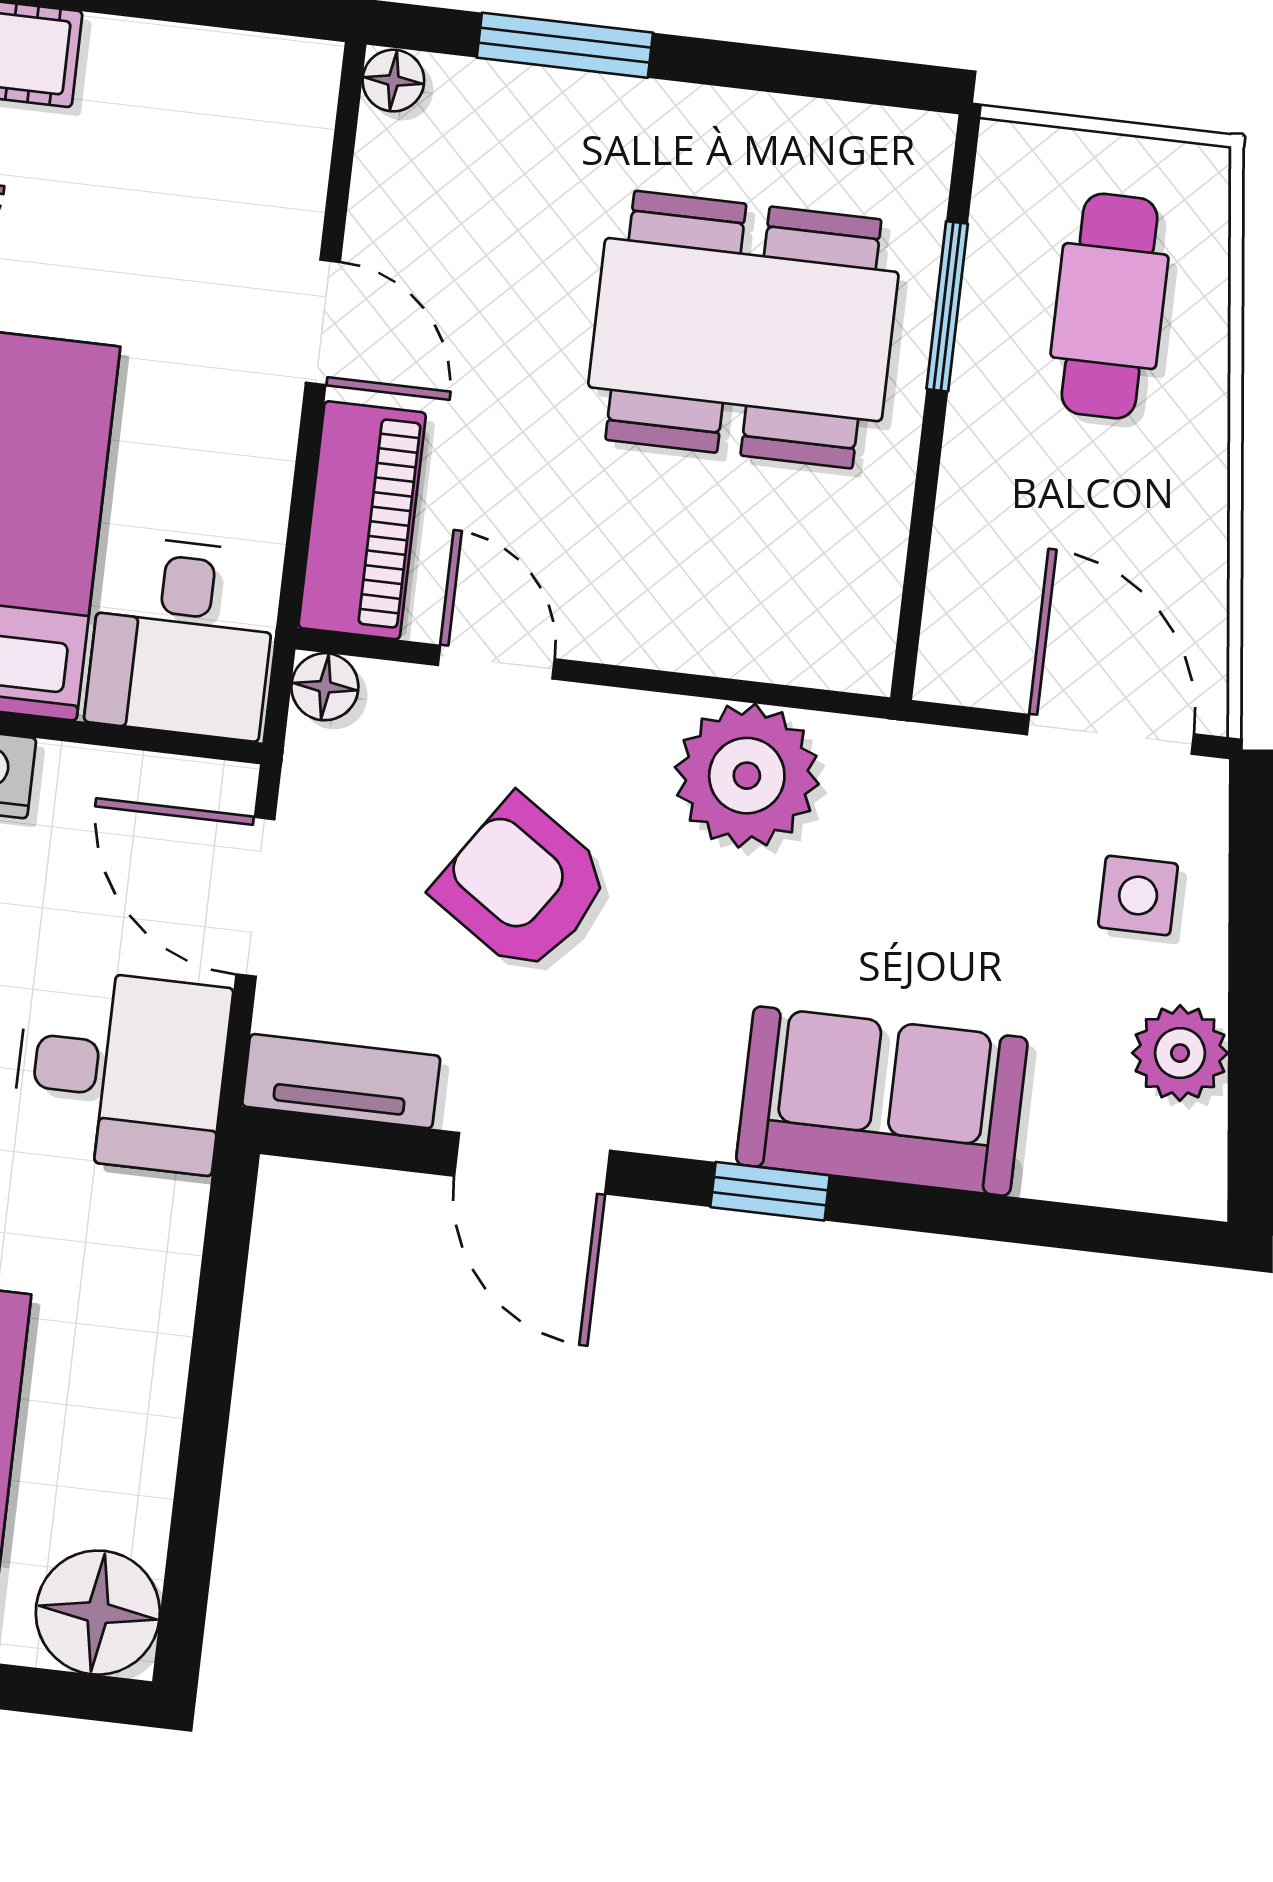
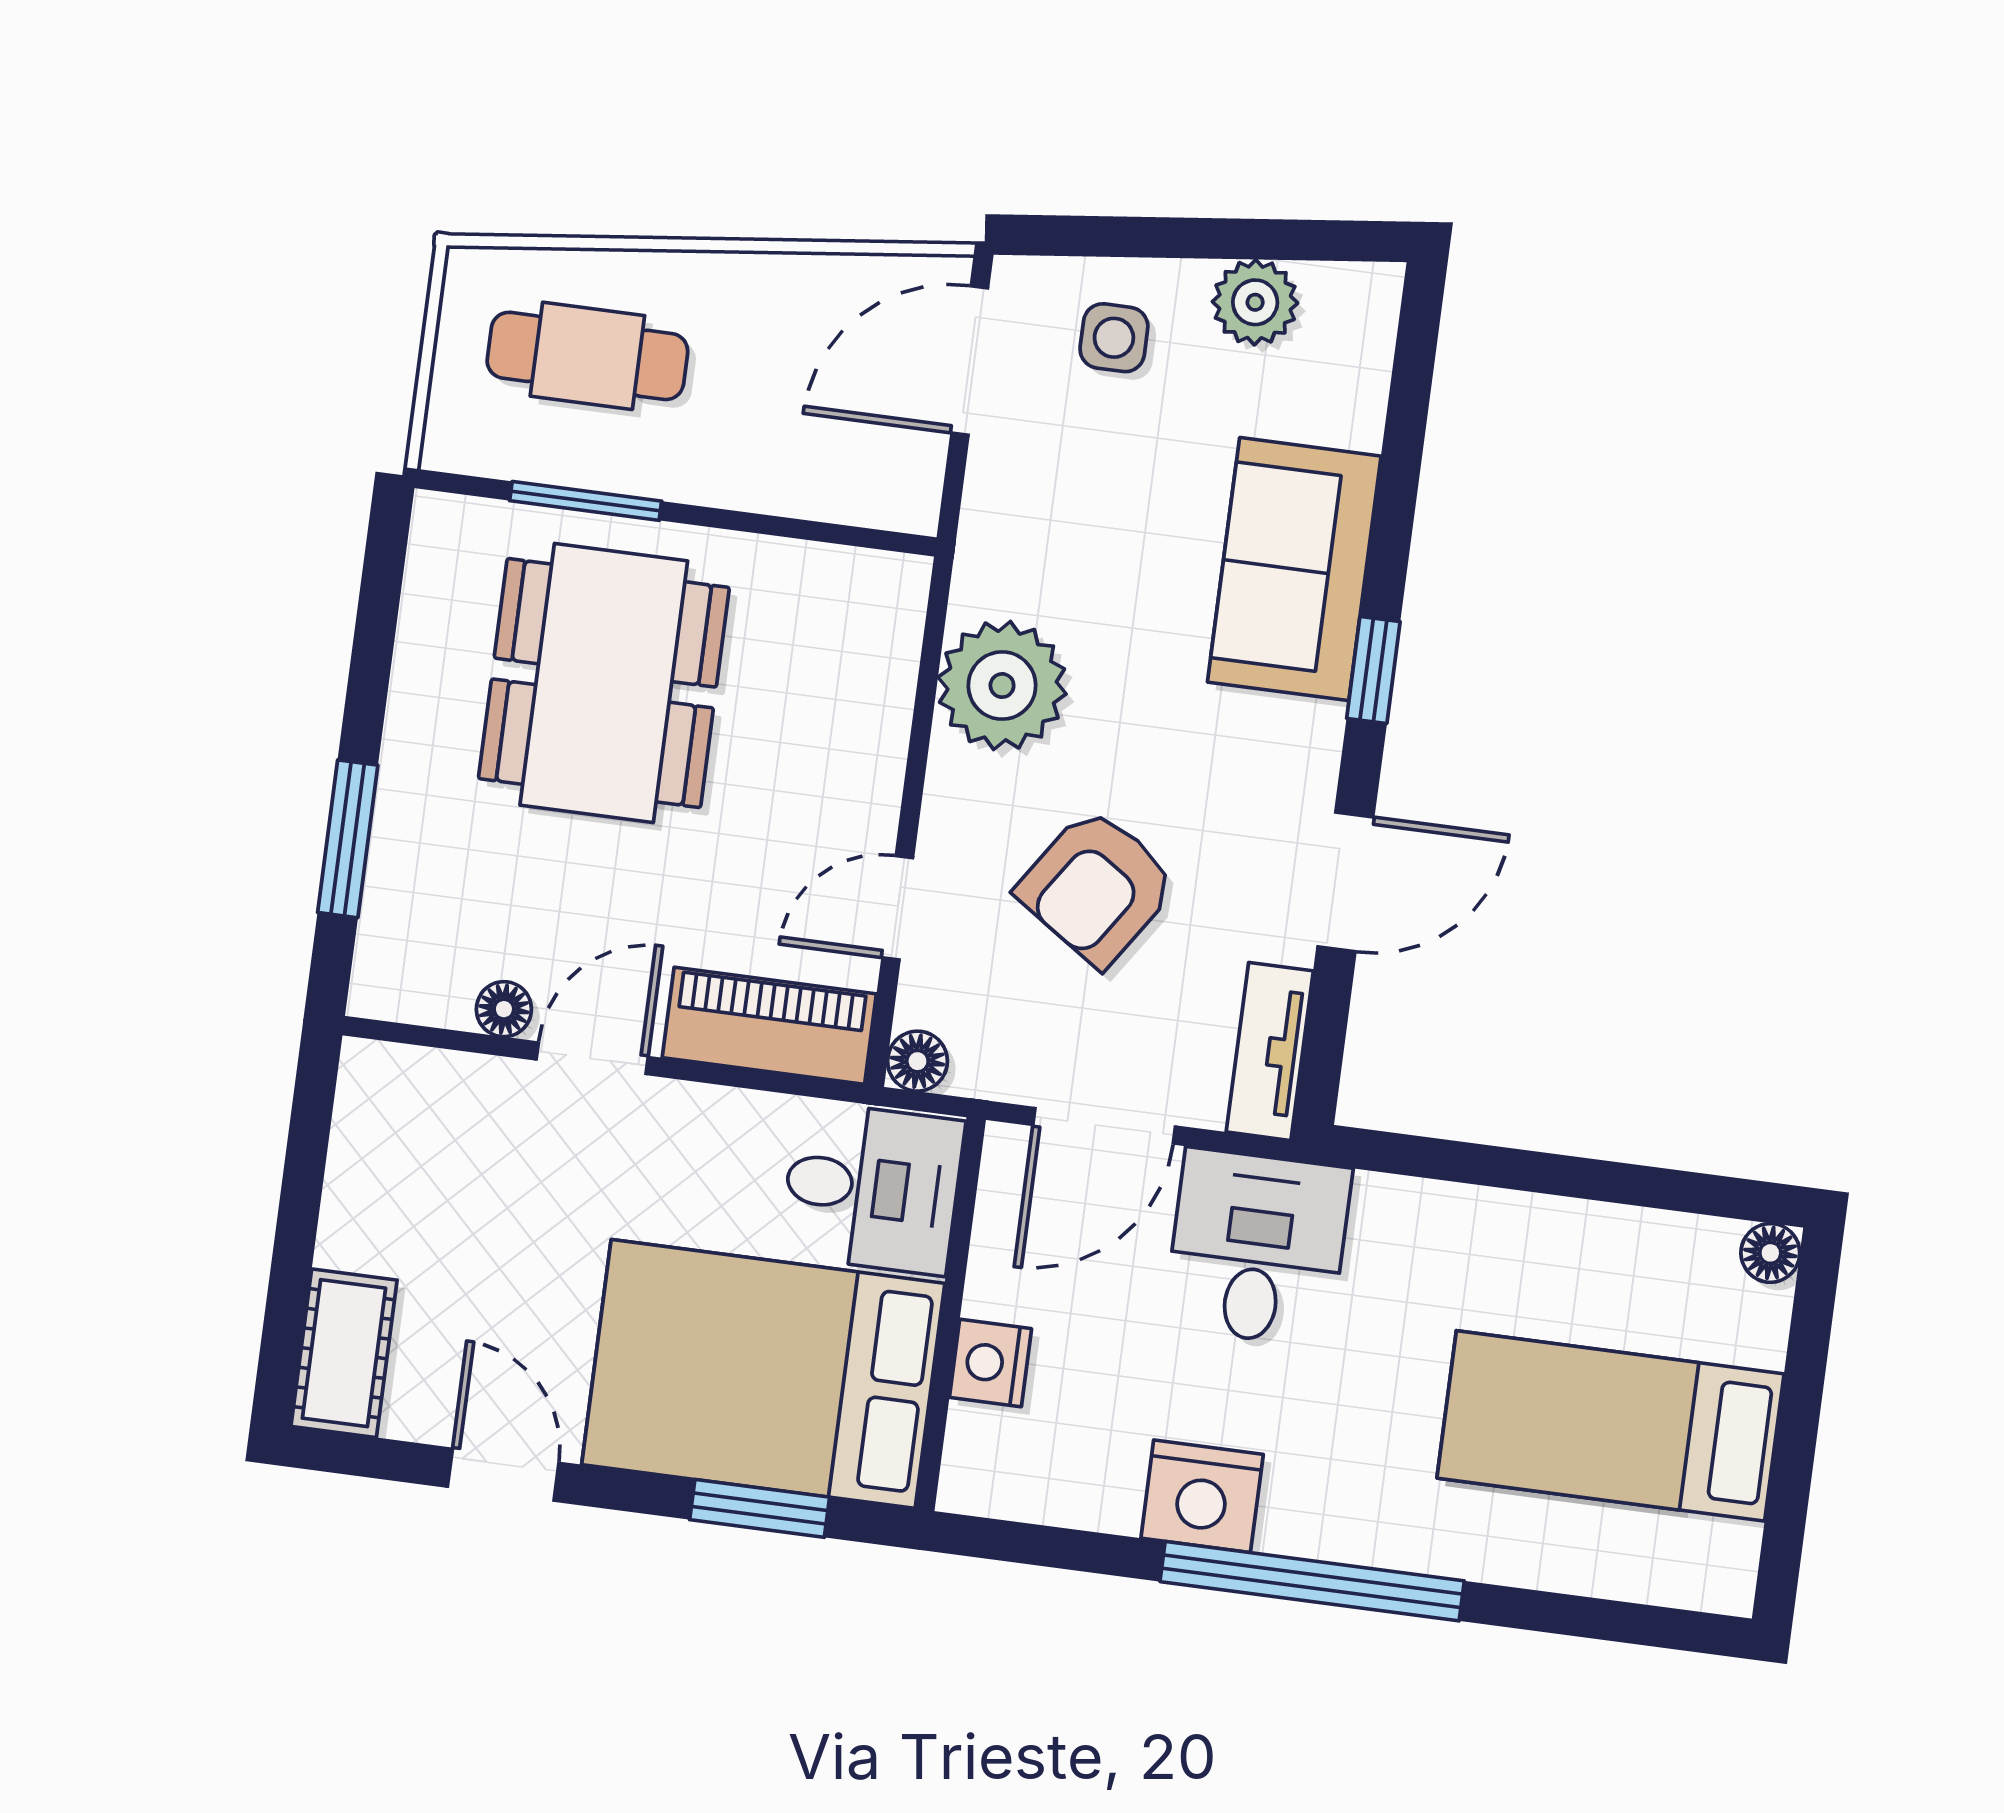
floor lamp: (393, 81) -> (504, 1009), moved
floor lamp: (98, 1613) -> (1770, 1253), width x0.53, depth x0.53

